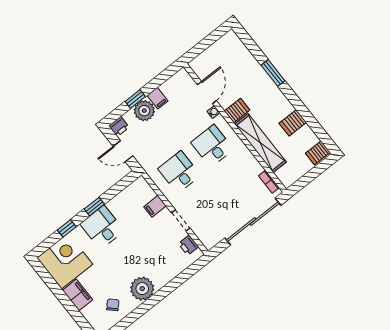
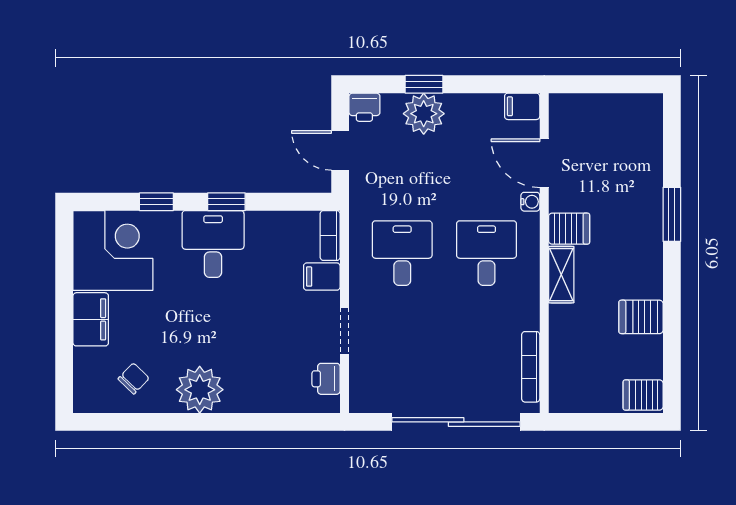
door: (207, 93) -> (544, 163), swing flipped
filing cabinet: (158, 98) -> (522, 106), moved, turned 90
shelving: (261, 143) -> (561, 275), width x0.45, depth x0.75
bookcase: (269, 182) -> (531, 367), width x1.56
bookcase: (145, 188) -> (330, 236), added

